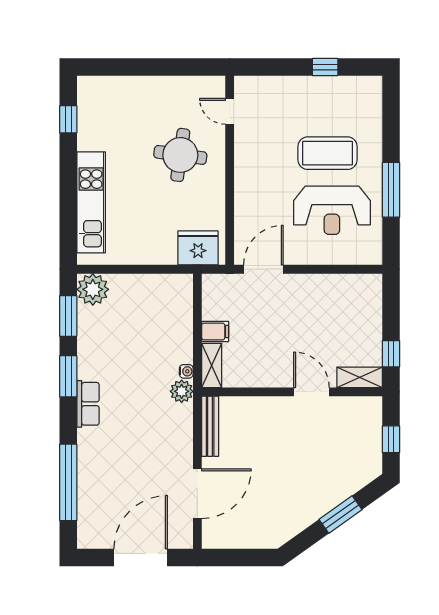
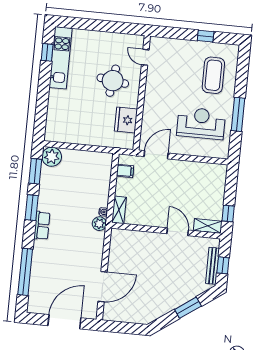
coffee table: (328, 153) -> (213, 75), moved, turned 90
kitchen unit: (91, 202) -> (61, 58), moved
reception desk: (332, 210) -> (201, 123), turned 180
fridge: (198, 248) -> (126, 120), moved, turned -90
filing cabinet: (215, 332) -> (125, 171), moved
bench: (210, 426) -> (213, 266), moved

